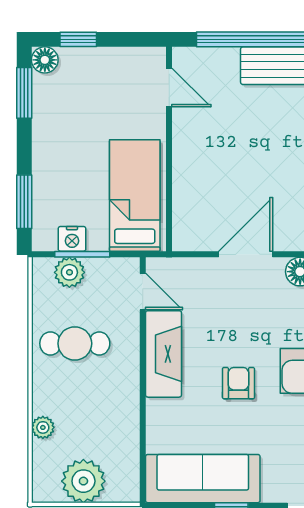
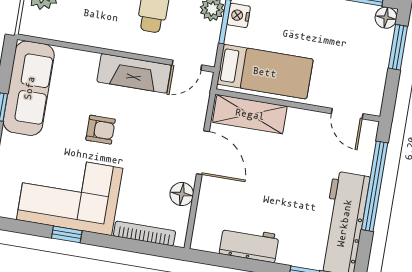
window: (78, 39) -> (398, 47), width x1.50
door: (169, 87) -> (347, 114), hinge flipped
shelving: (189, 205) -> (250, 114), added

